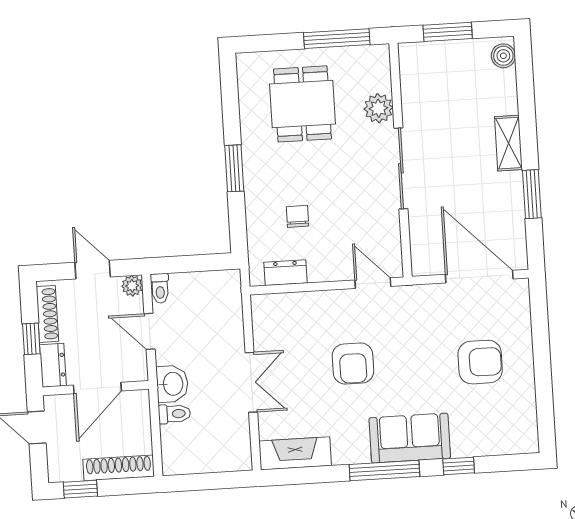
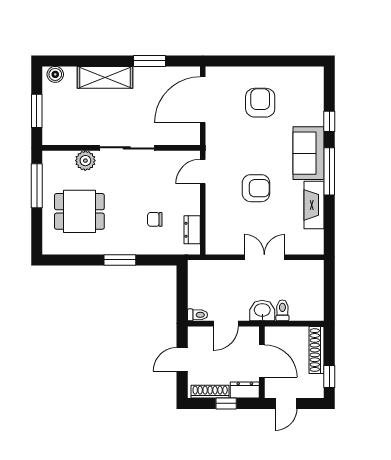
shelving: (508, 143) -> (105, 77), width x1.50, depth x1.33
plant: (132, 286) -> (195, 333), removed
fireplace: (295, 453) -> (314, 205), moved

